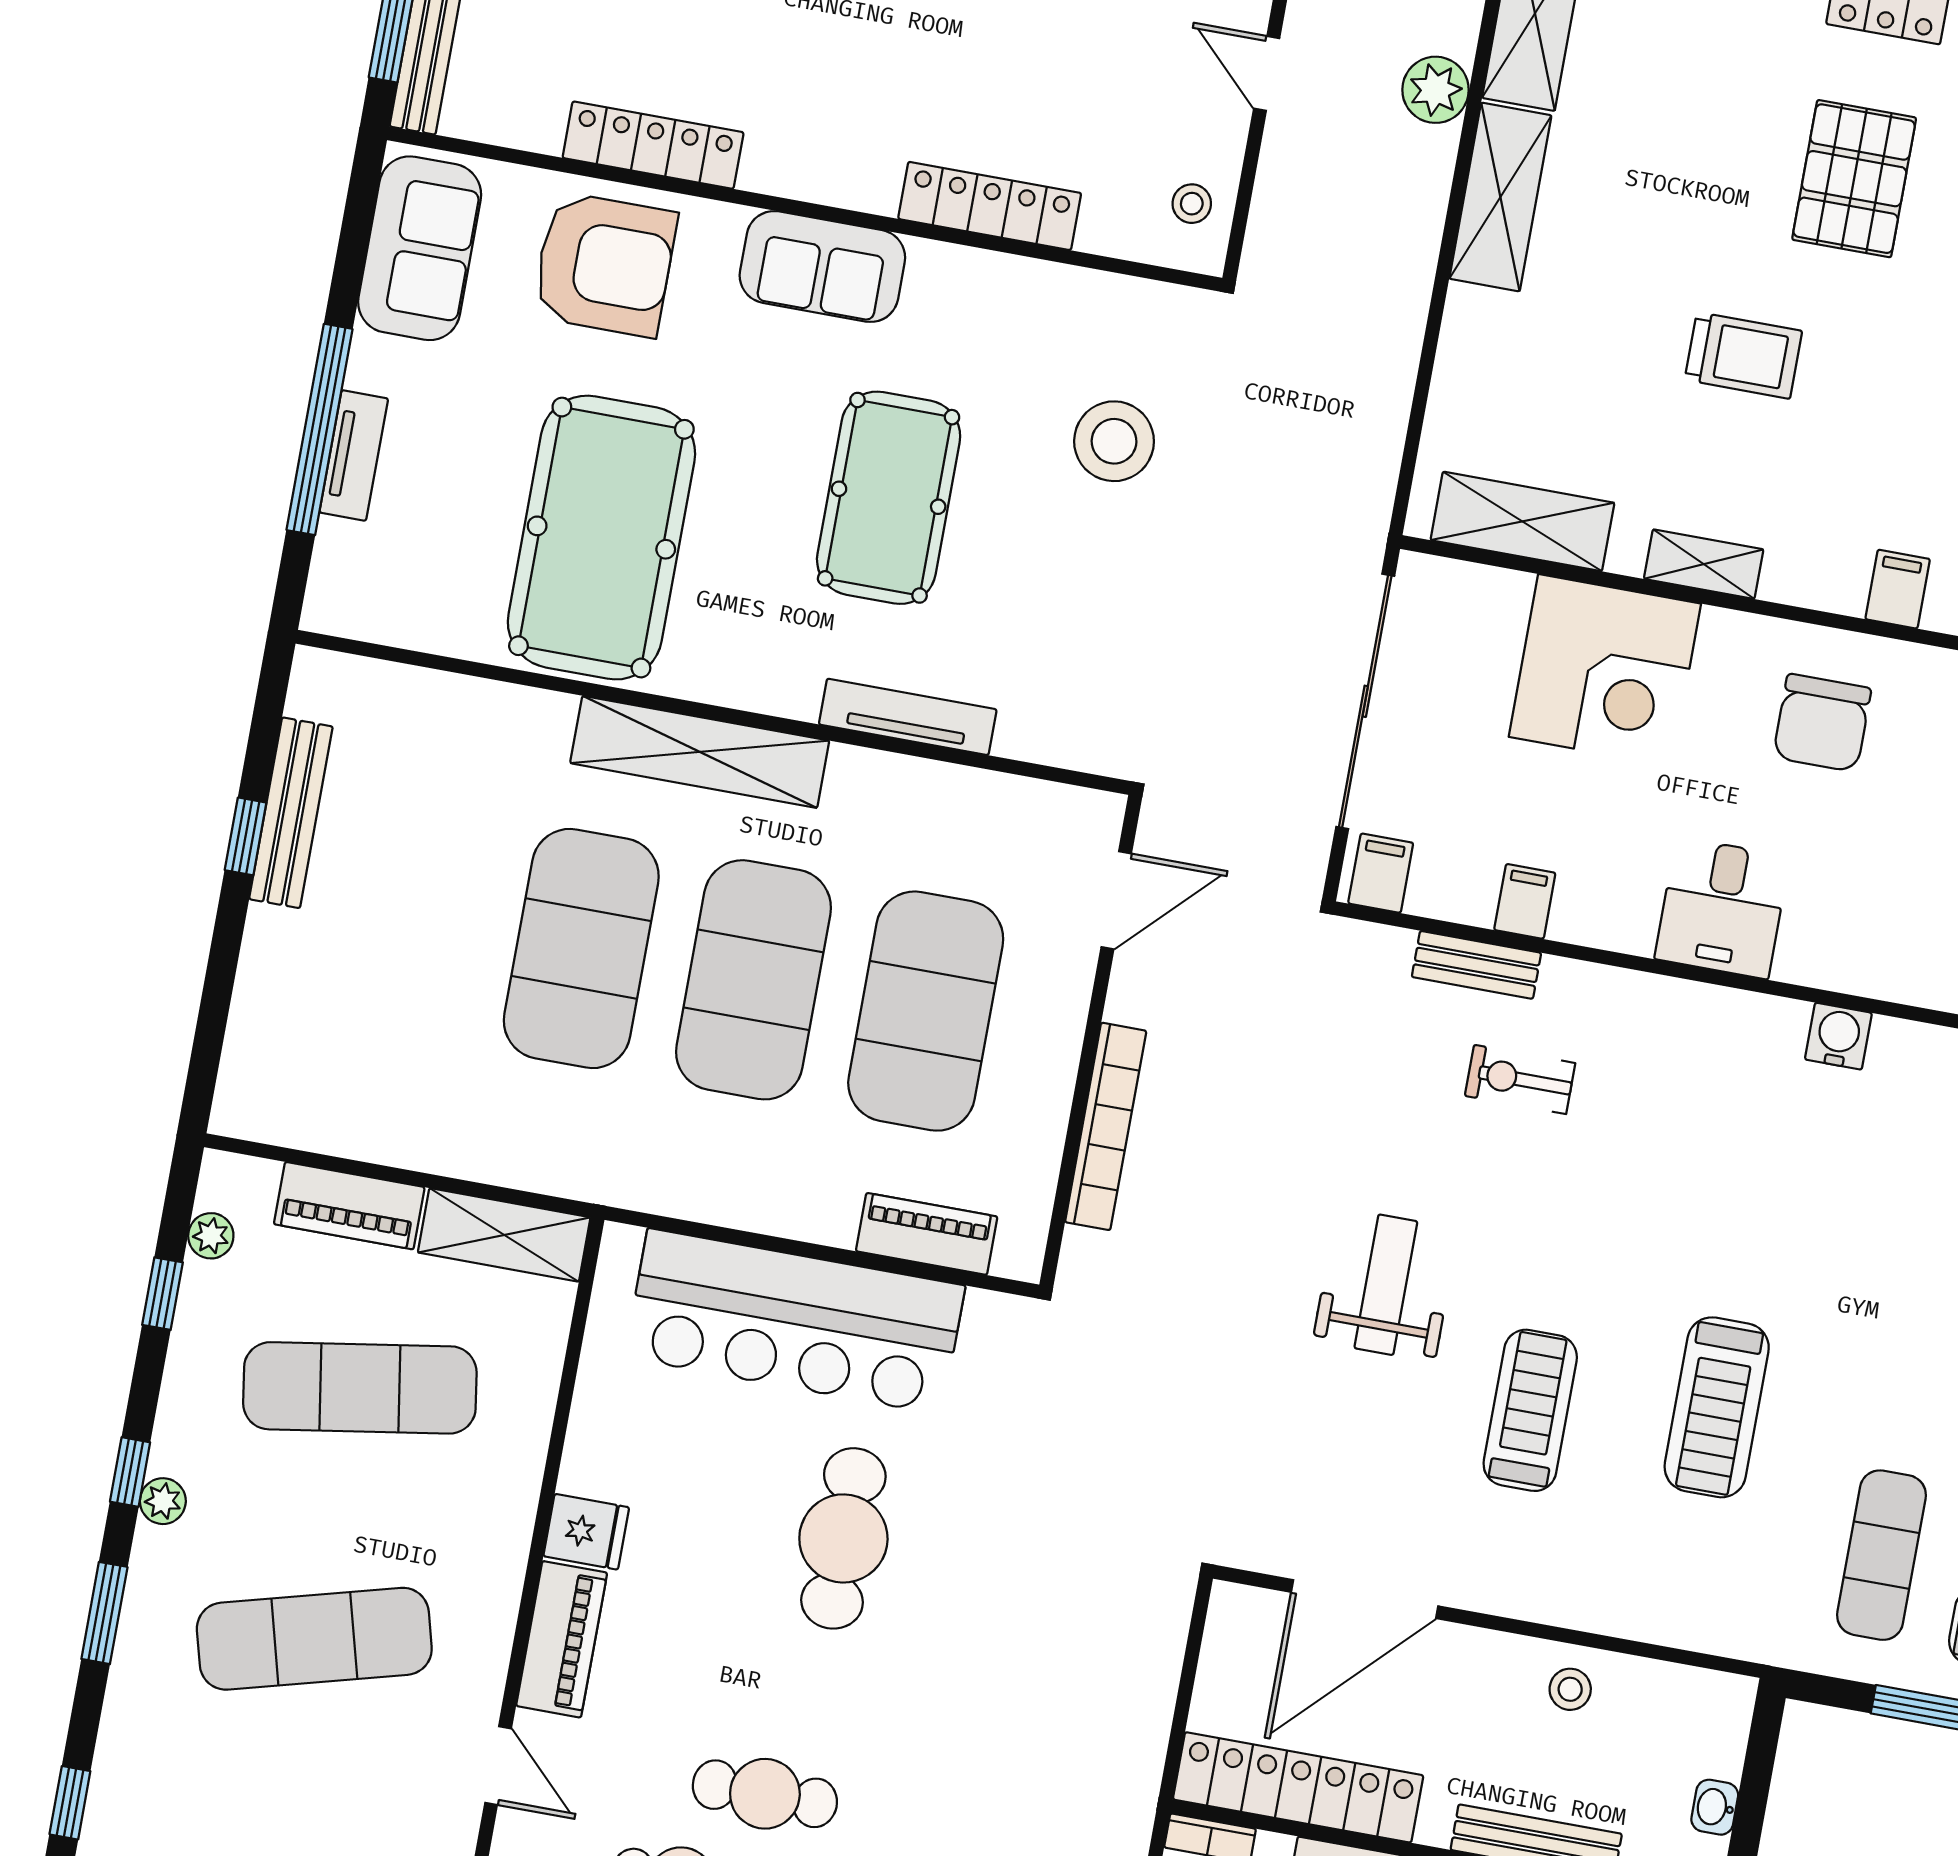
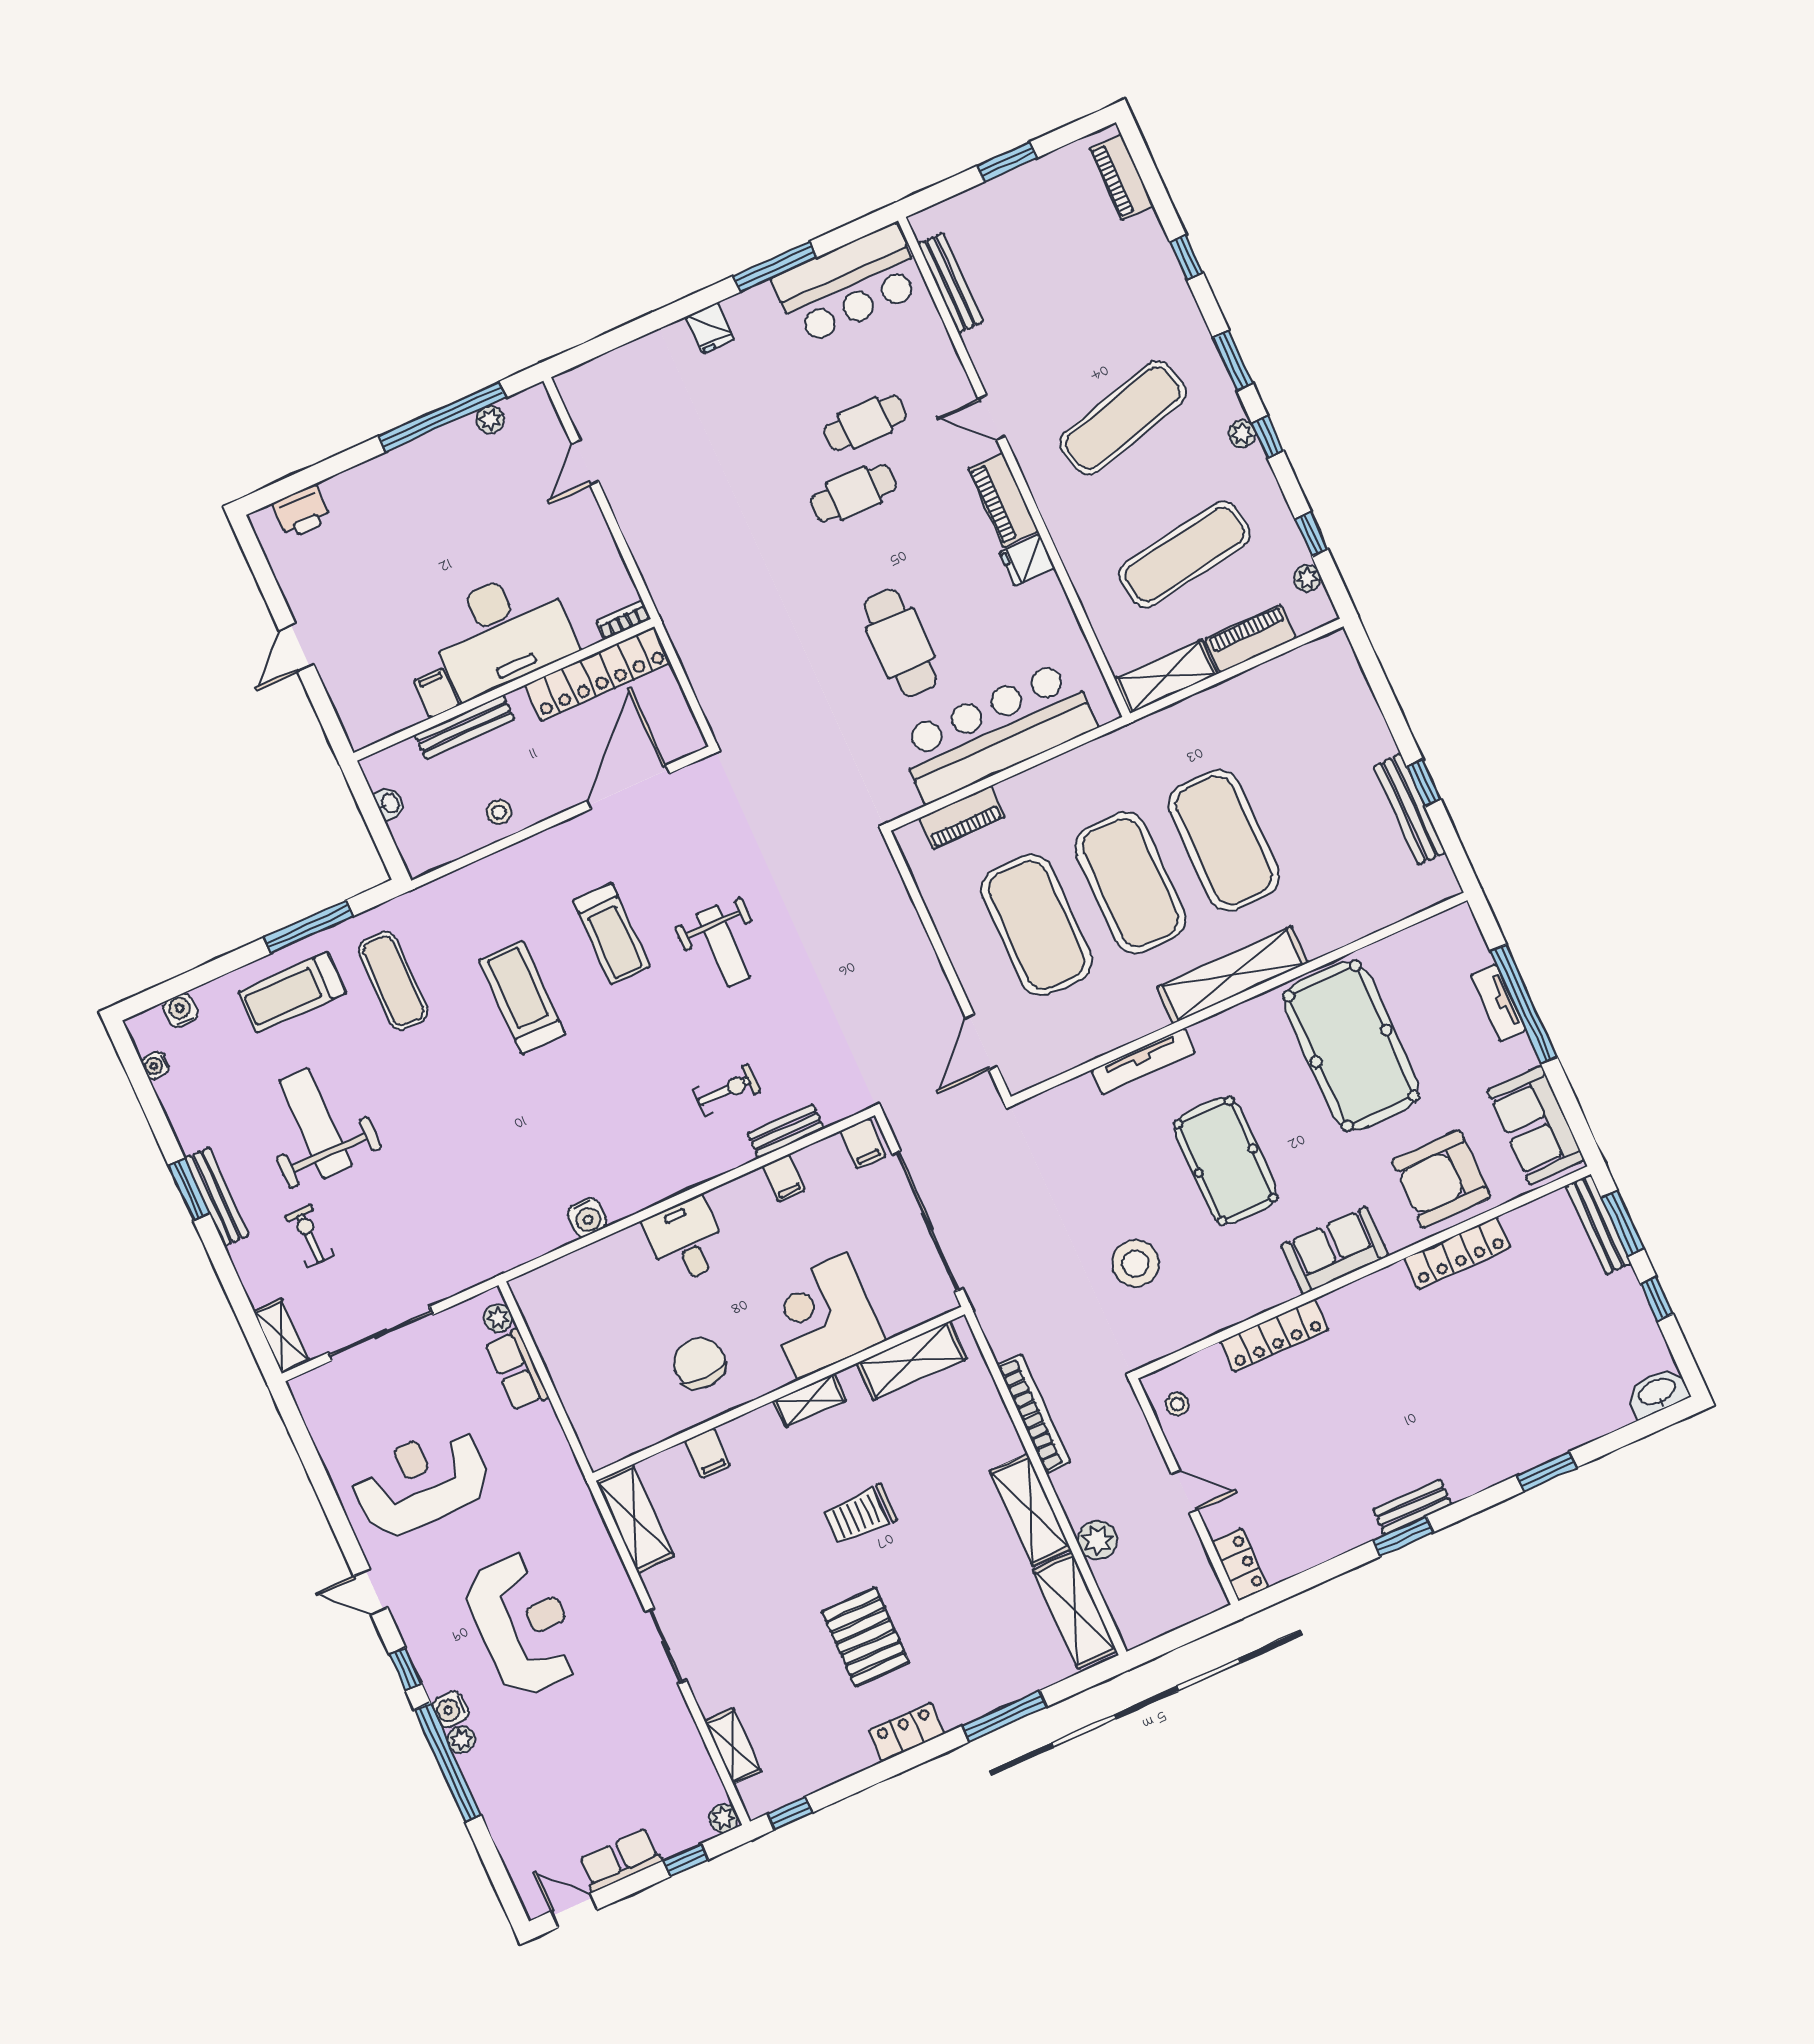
bookcase: (1106, 1126) -> (1034, 1414), moved, turned 180

